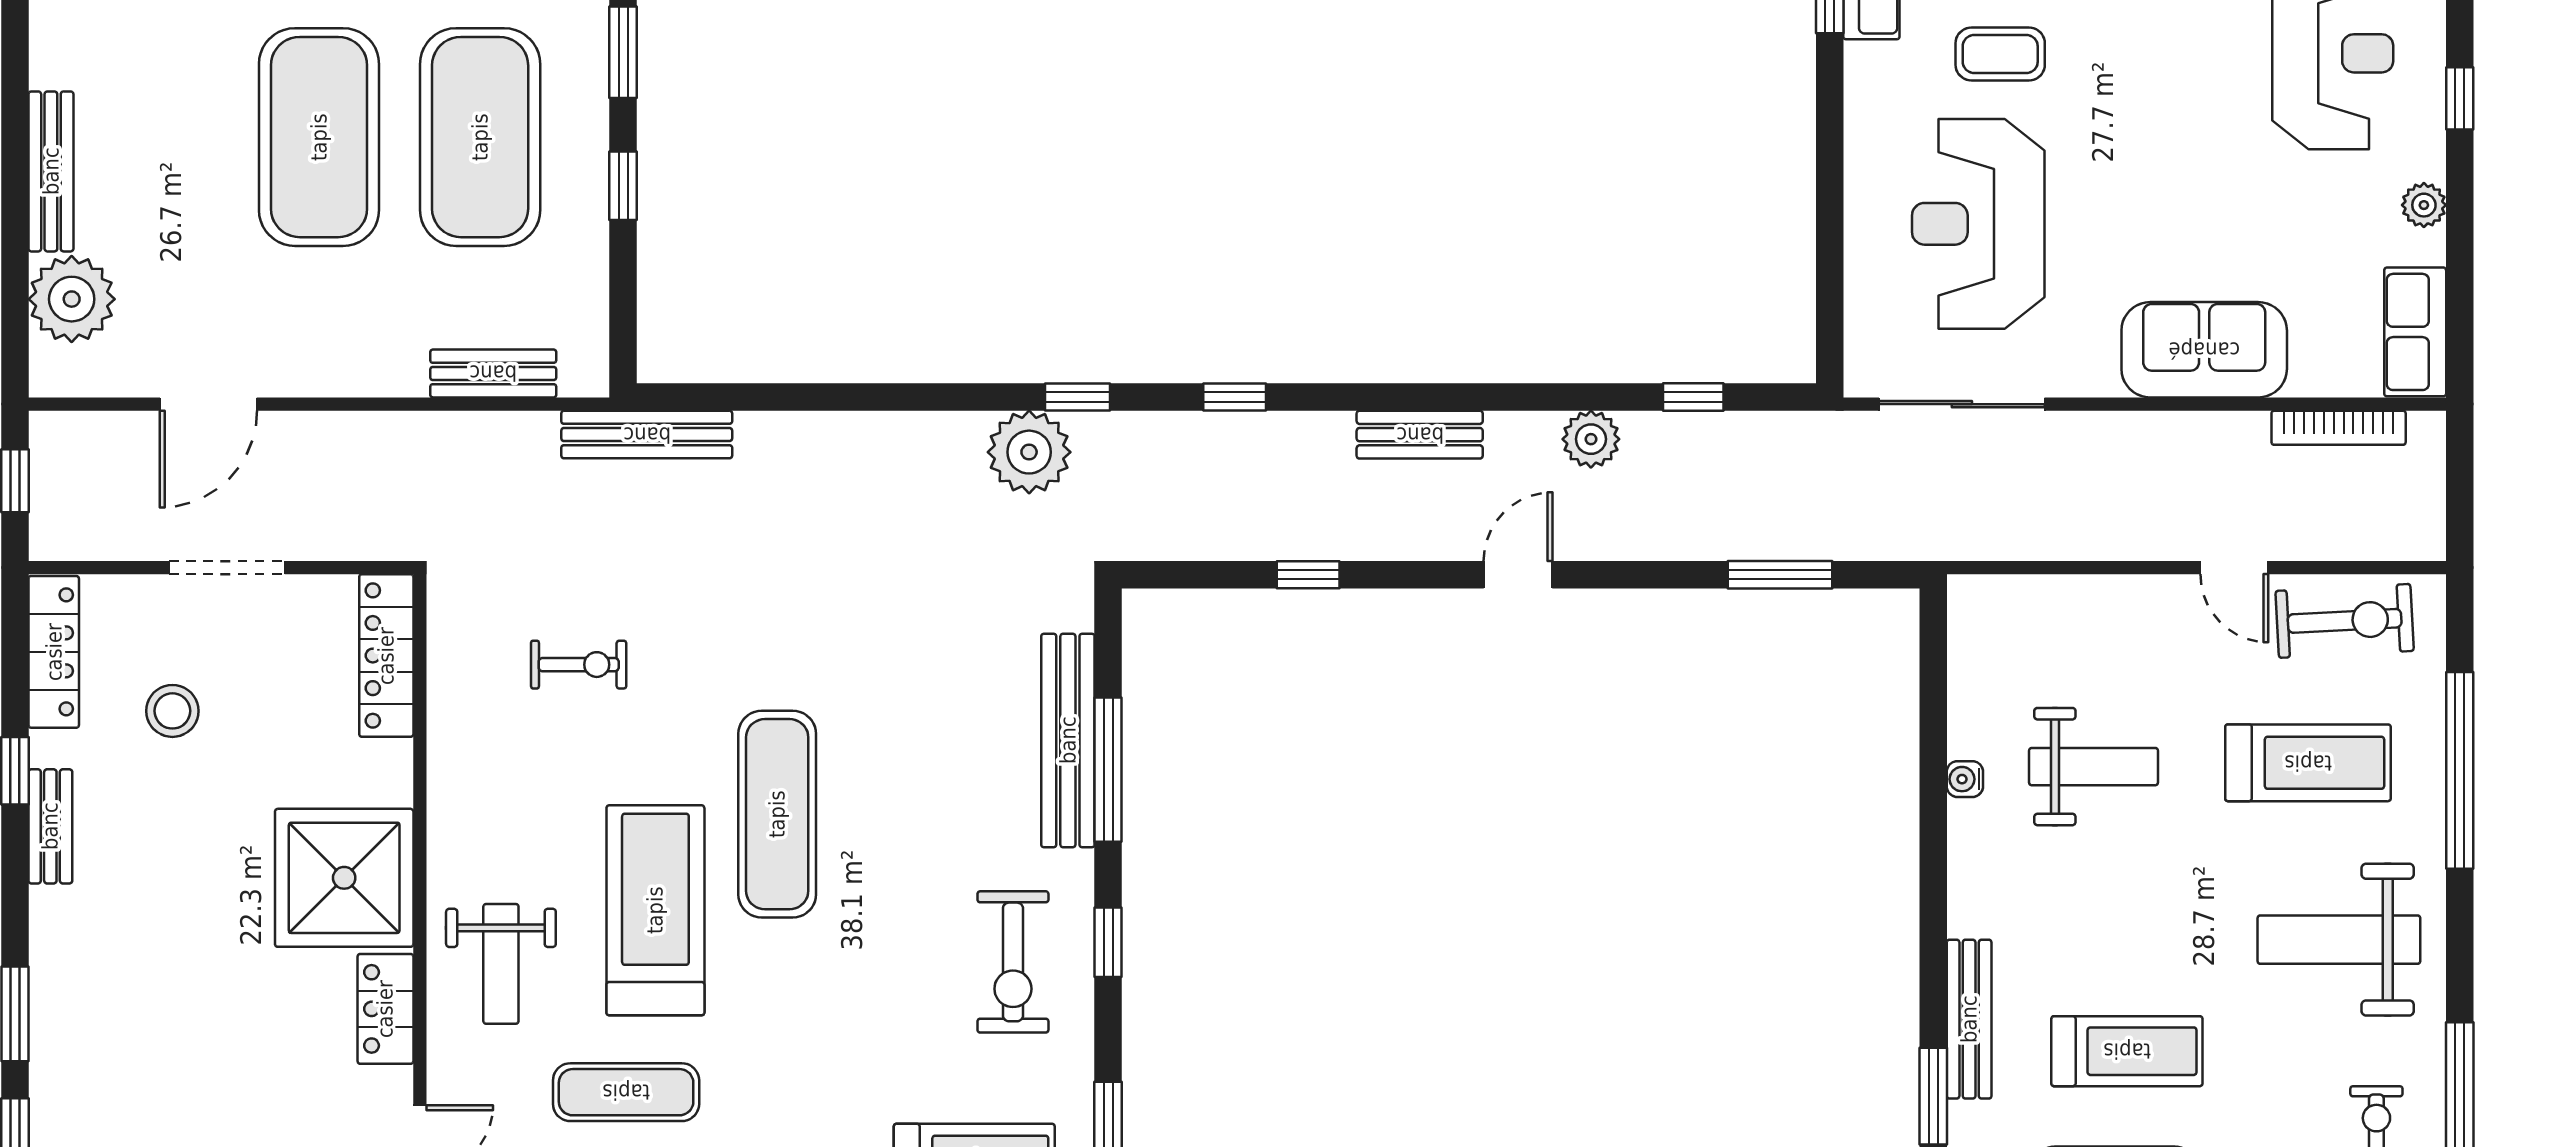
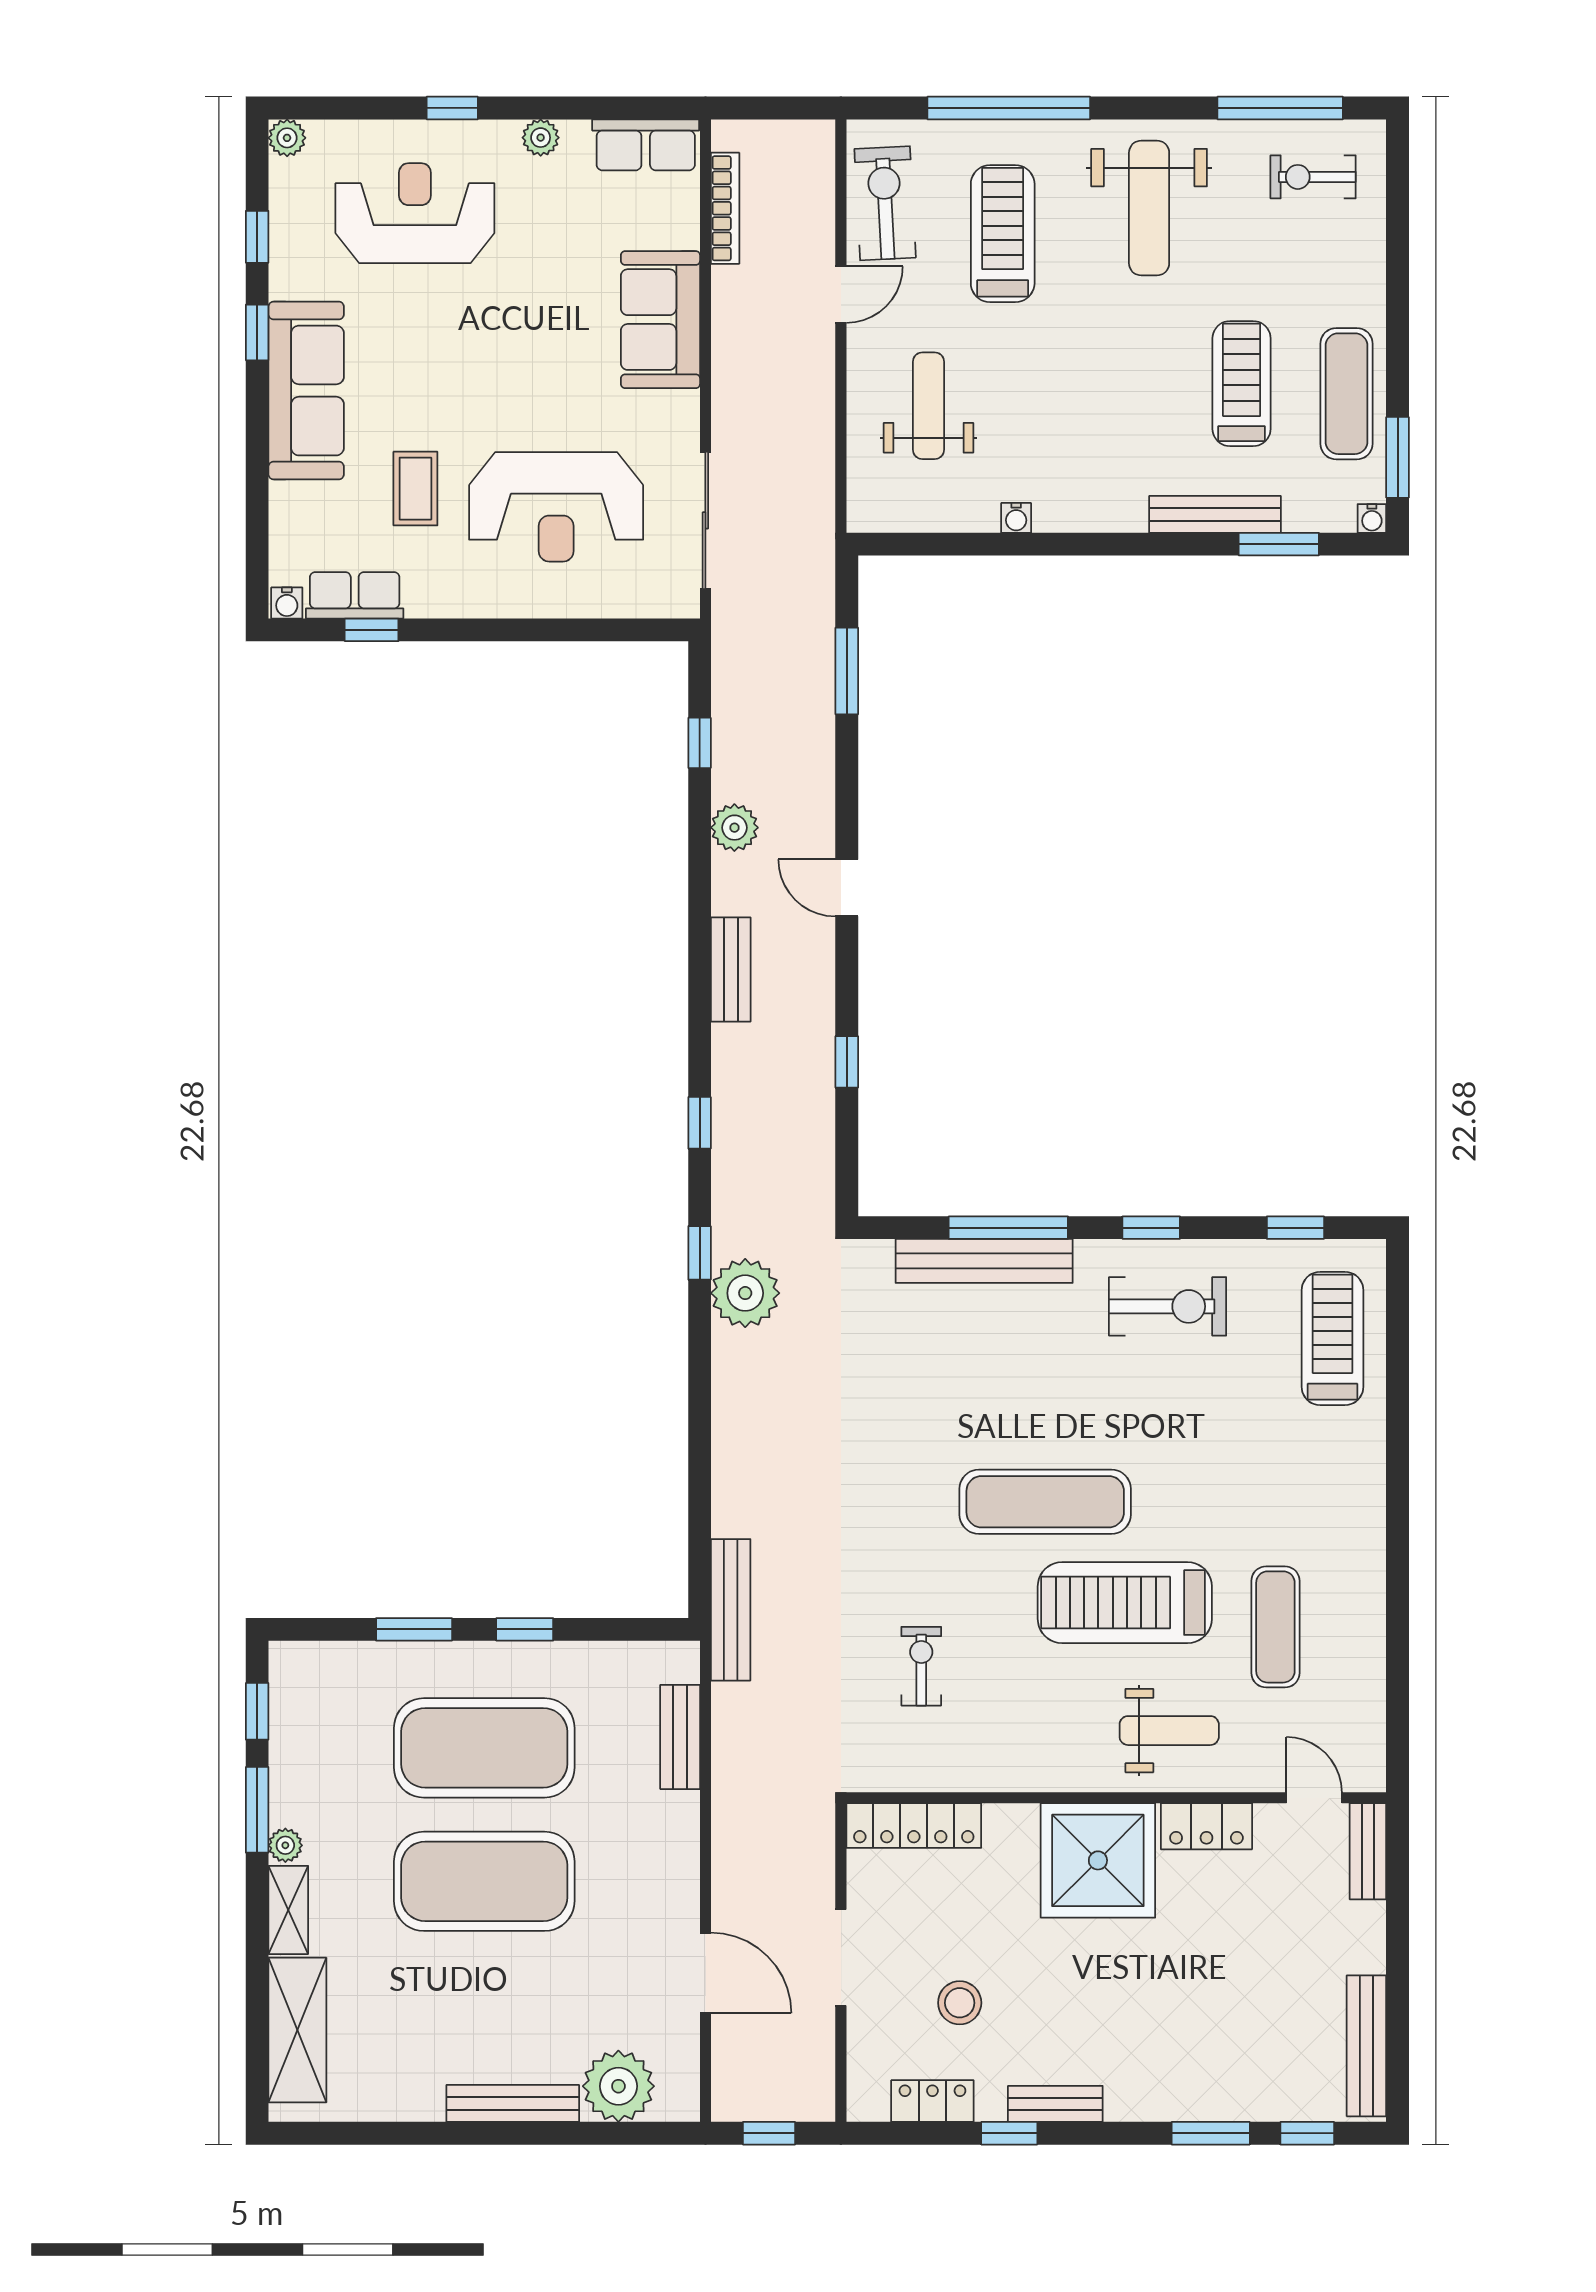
locker: (54, 652) -> (932, 2101), width x0.66
weight bench: (2094, 767) -> (929, 406), moved

